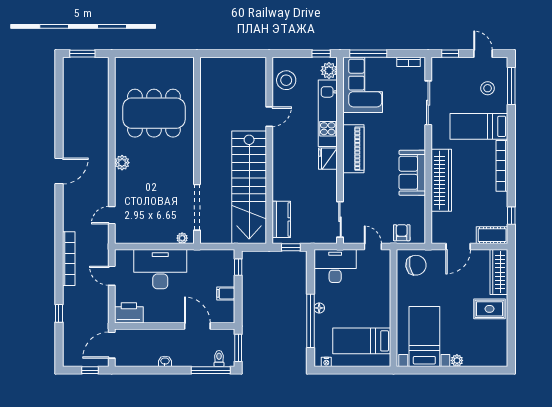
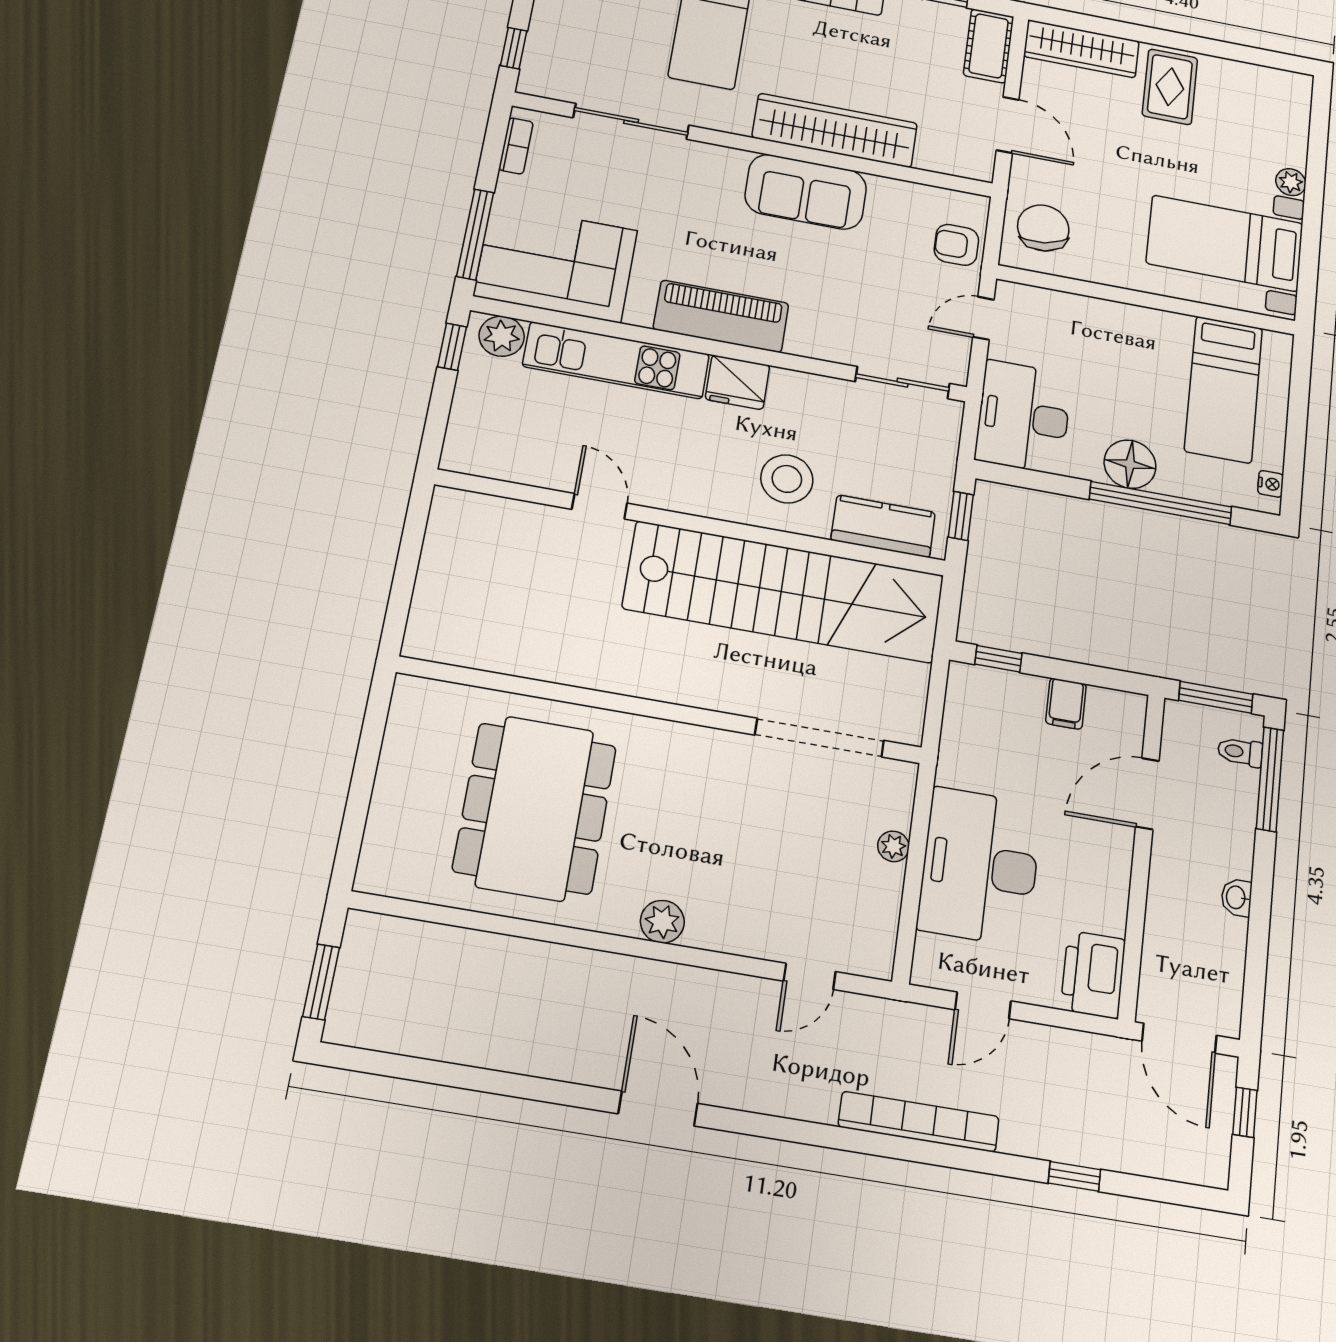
stool: (286, 80) -> (787, 479), moved
door: (112, 215) -> (810, 976), hinge flipped
plant: (182, 238) -> (893, 846), moved
floor lamp: (319, 308) -> (1130, 464), width x1.89, depth x1.89

